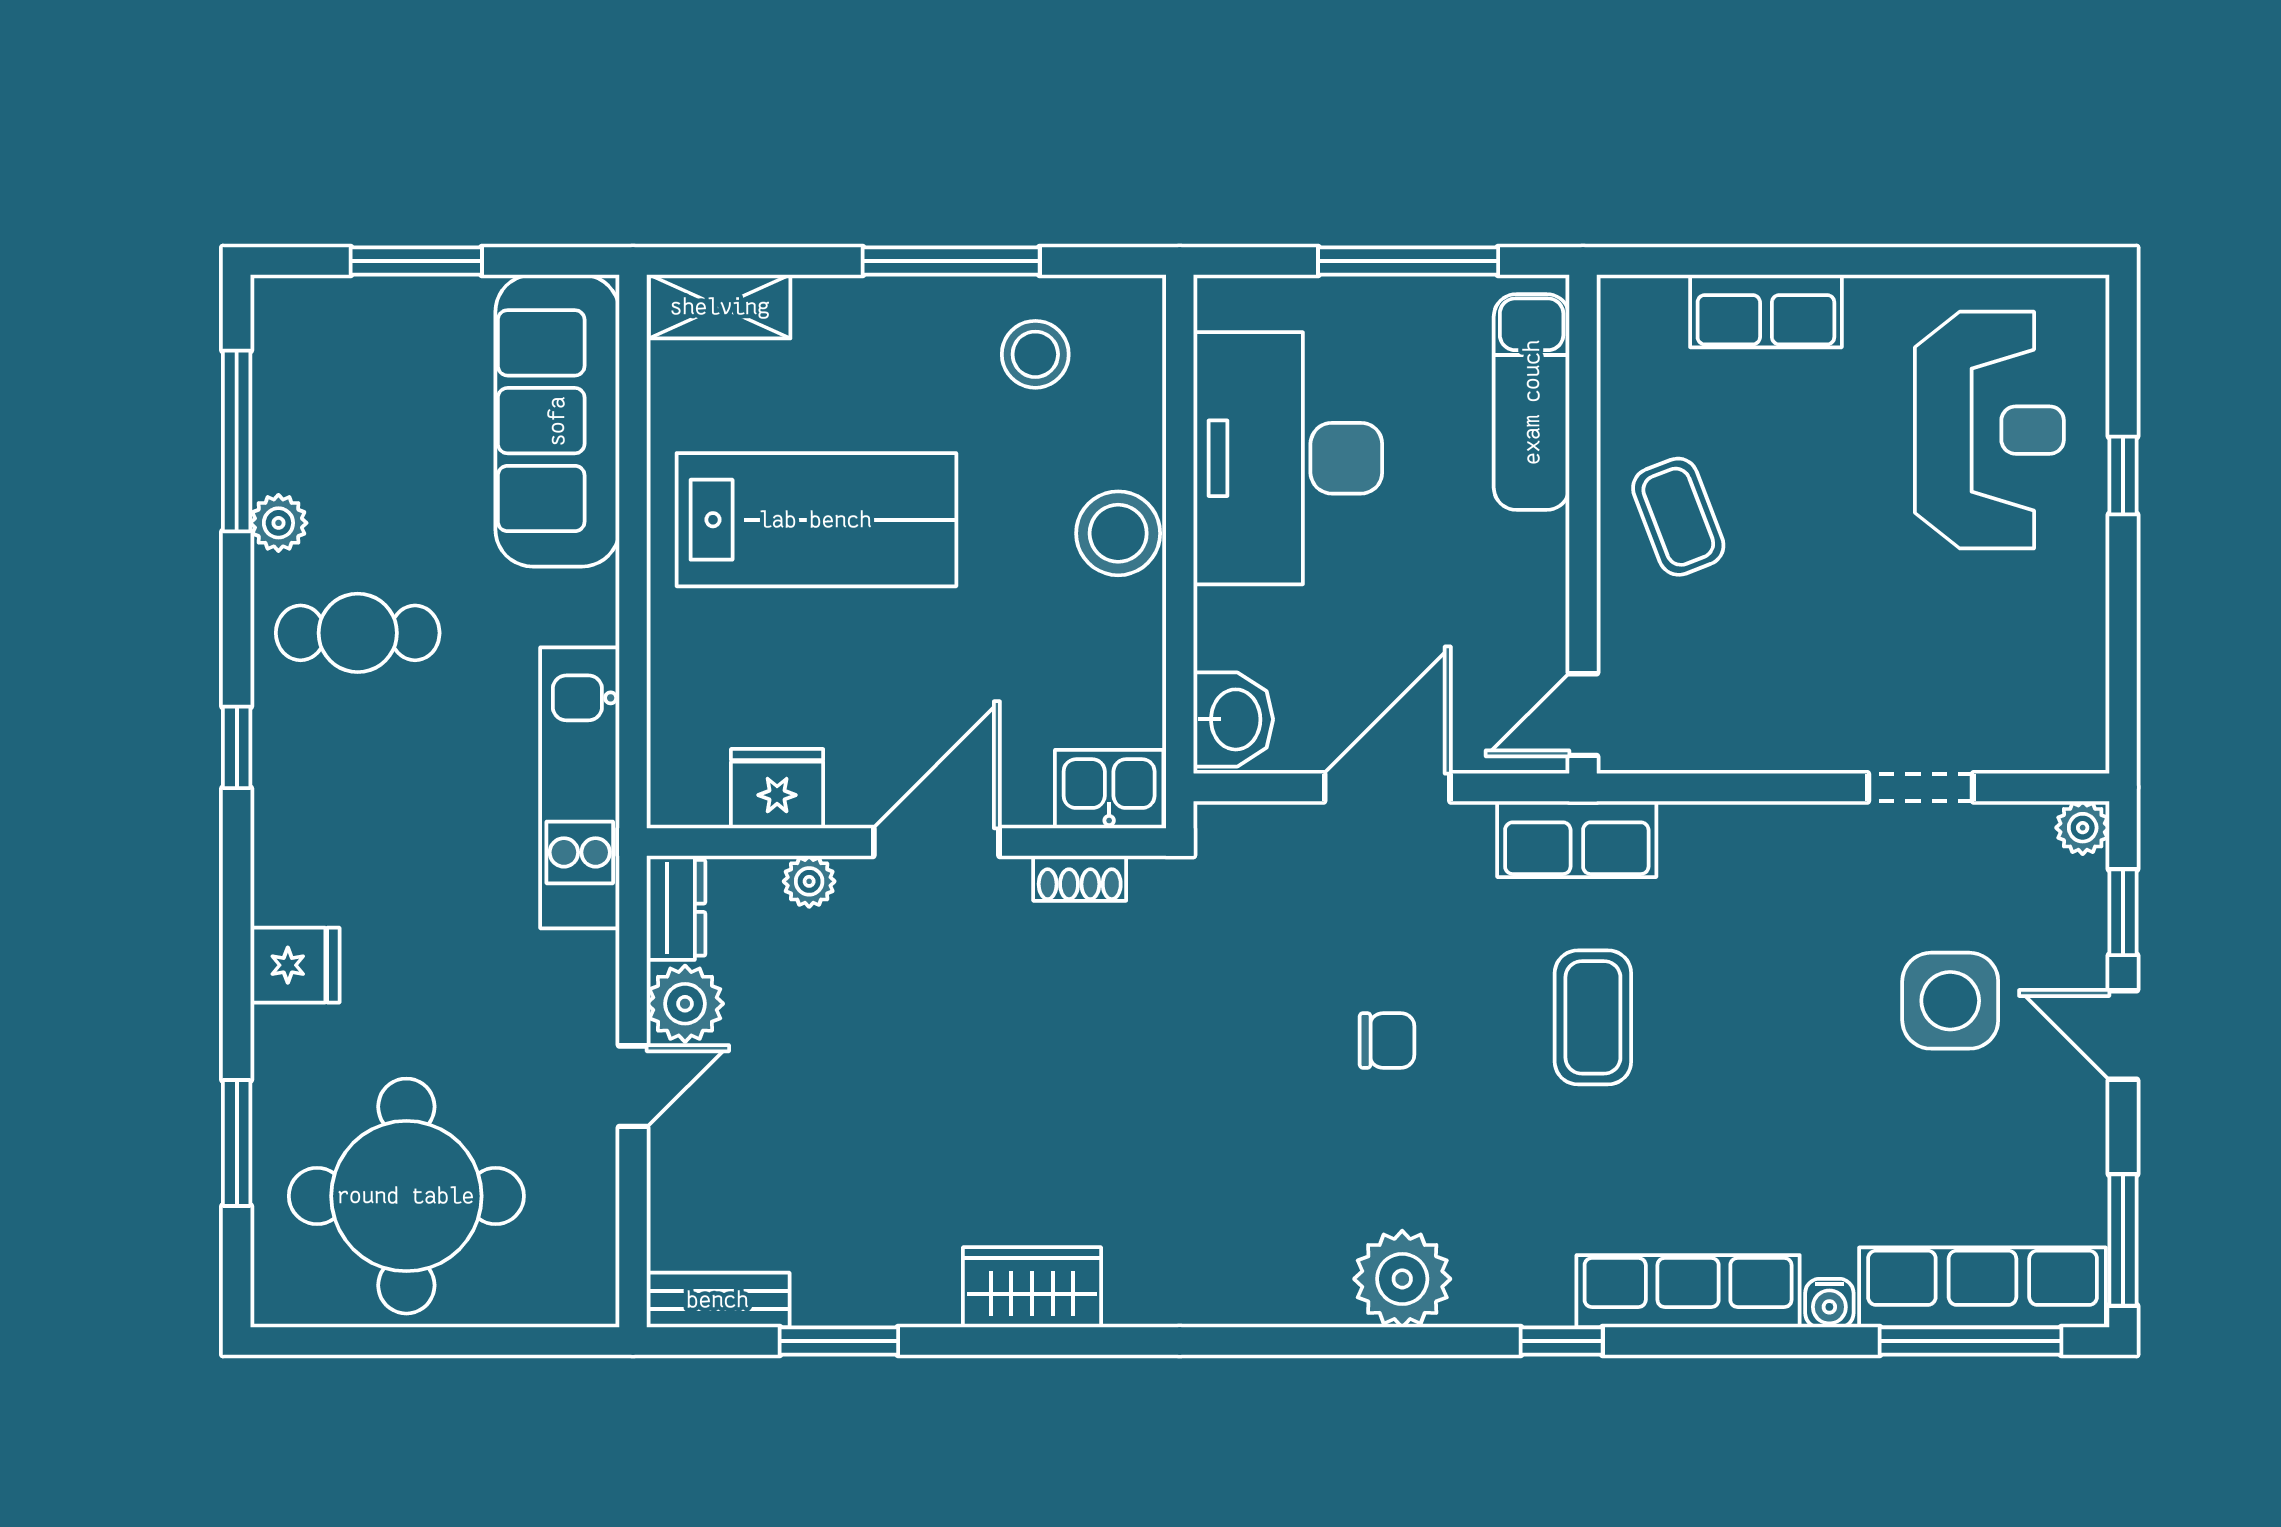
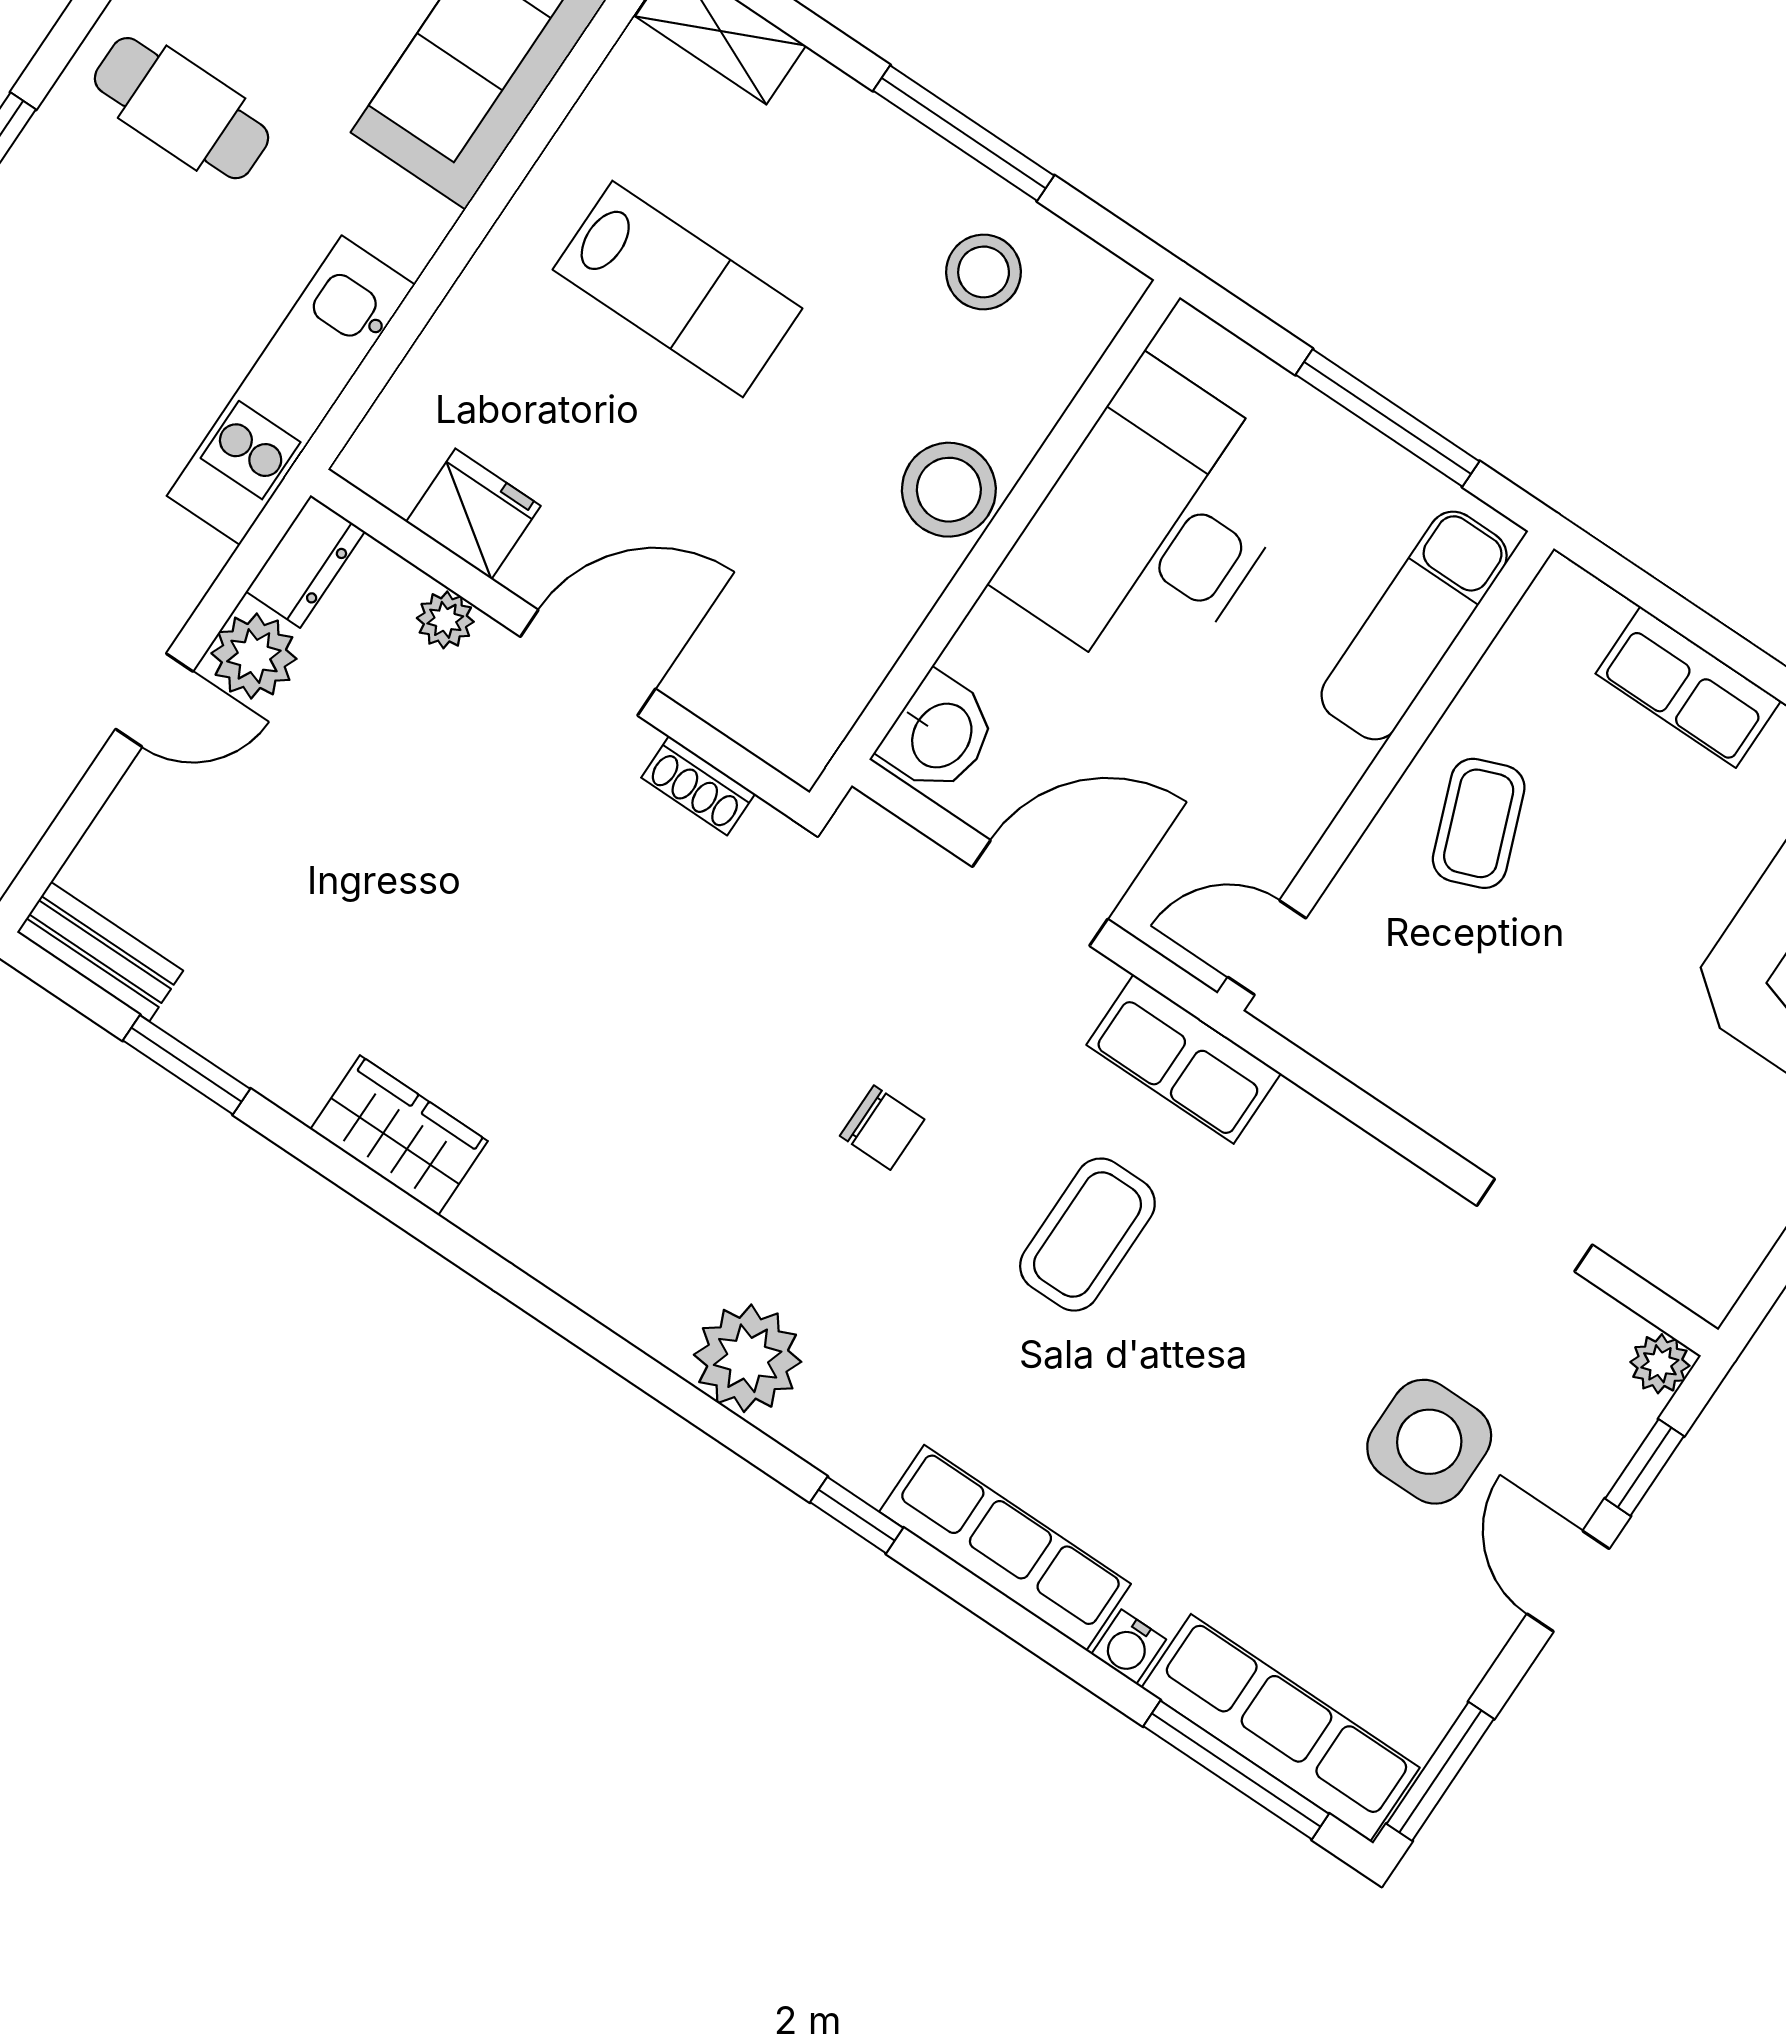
lab bench: (816, 520) -> (678, 289), width x0.73, depth x0.72
kitchen sink: (1109, 789) -> (781, 721), removed

